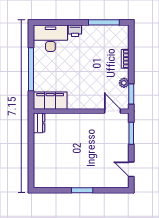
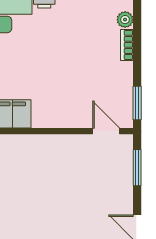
plant: (124, 83) -> (125, 20), moved

